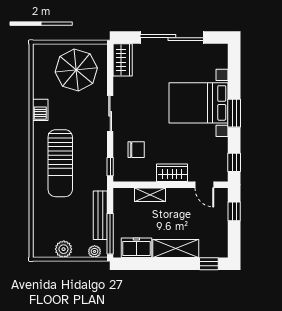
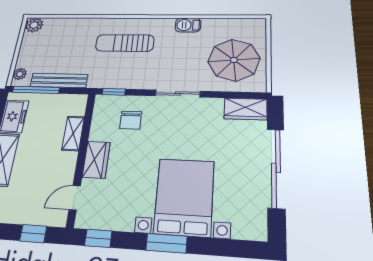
sun lounger: (60, 163) -> (125, 43), width x0.73, depth x0.75
plant: (64, 249) -> (34, 25), moved

